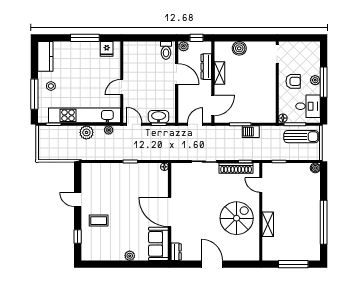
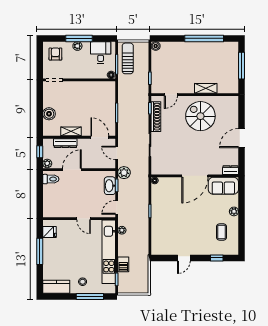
armchair: (293, 81) -> (55, 54), moved
plant: (86, 132) -> (124, 173), moved
barbecue: (251, 132) -> (123, 264), moved
coffee table: (99, 221) -> (222, 232), moved

